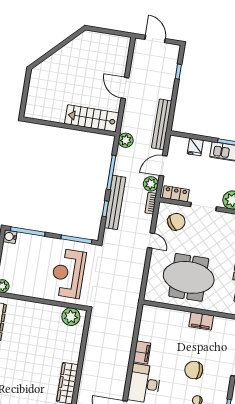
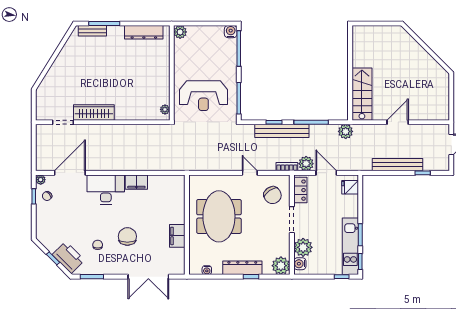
bench: (162, 124) -> (397, 165), moved
fridge: (195, 147) -> (350, 187), moved
door: (151, 240) -> (250, 173), swing flipped
reception desk: (68, 273) -> (203, 96), turned 180
plant: (71, 317) -> (165, 109), width x0.53, depth x0.53

